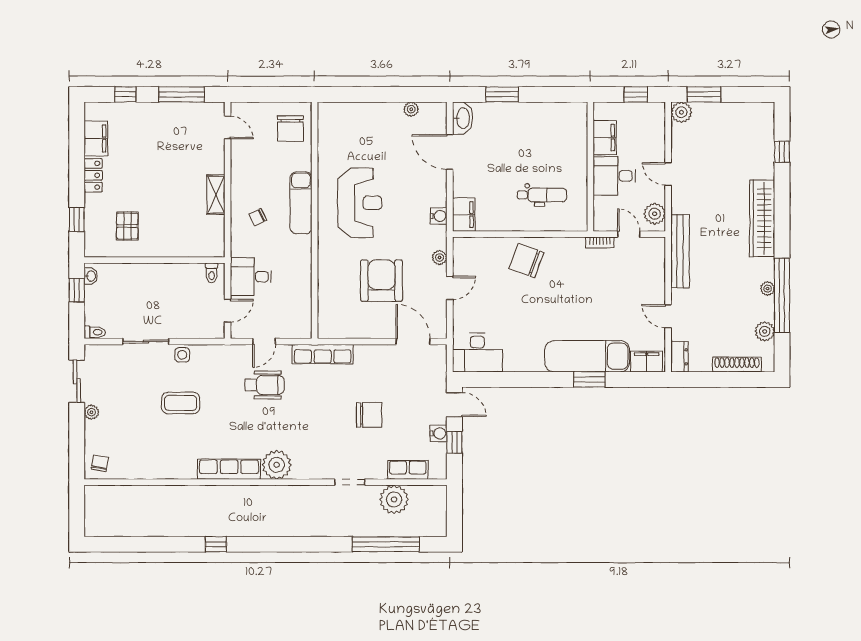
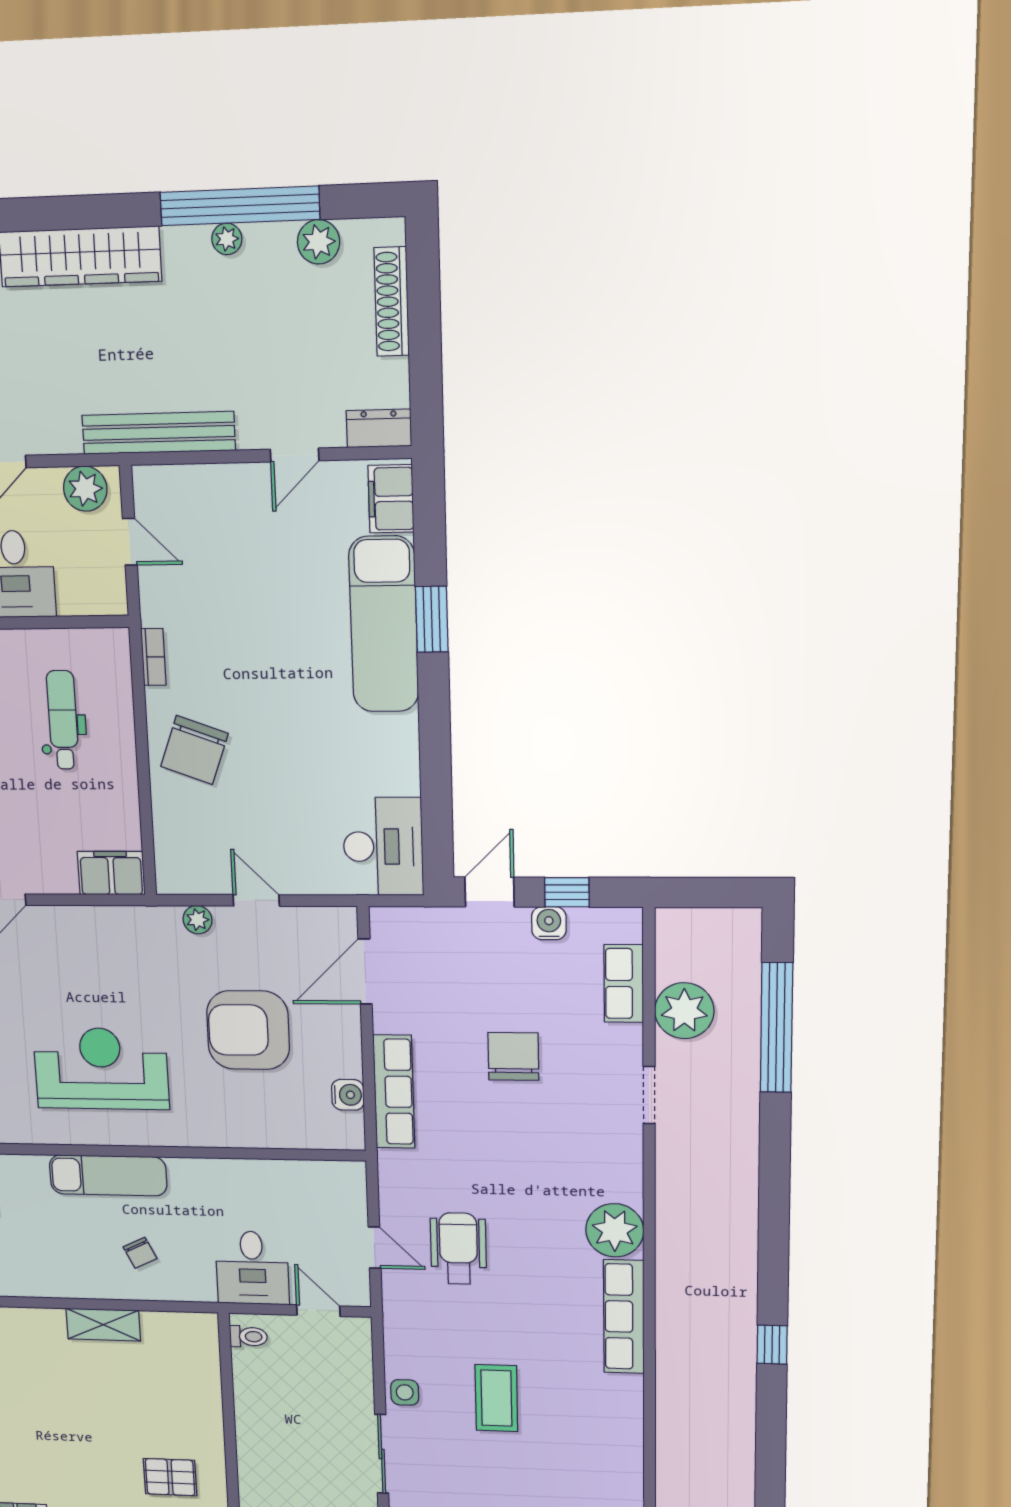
water cooler: (439, 216) -> (348, 1095), moved, turned 90
door: (629, 234) -> (130, 542), swing flipped
bookcase: (600, 243) -> (153, 657), moved
row of seats: (323, 354) -> (394, 1092), moved

